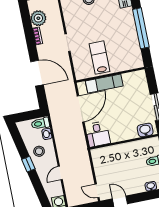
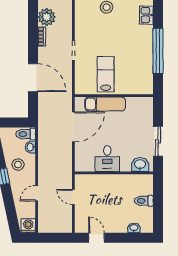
desk: (98, 134) -> (107, 159), moved
door: (97, 191) -> (73, 197), moved

